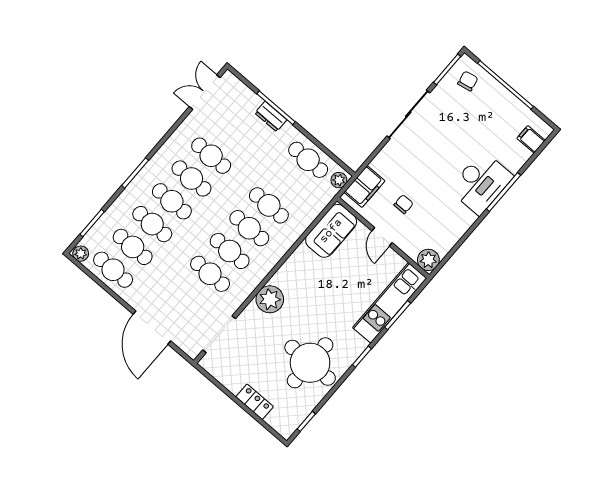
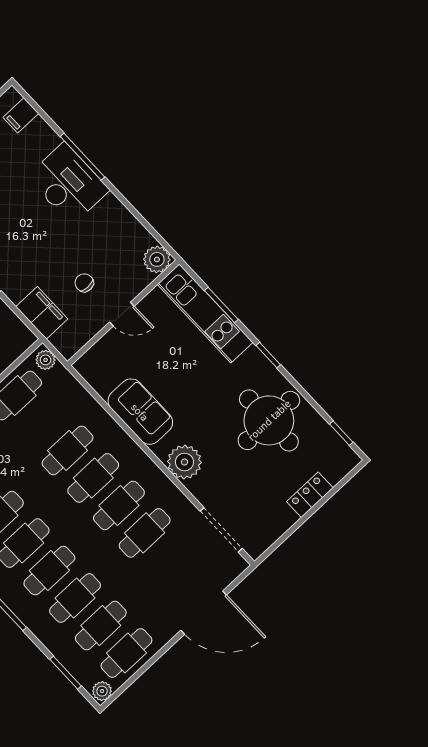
filing cabinet: (364, 186) -> (42, 313), moved
sofa: (331, 231) -> (140, 412), moved

